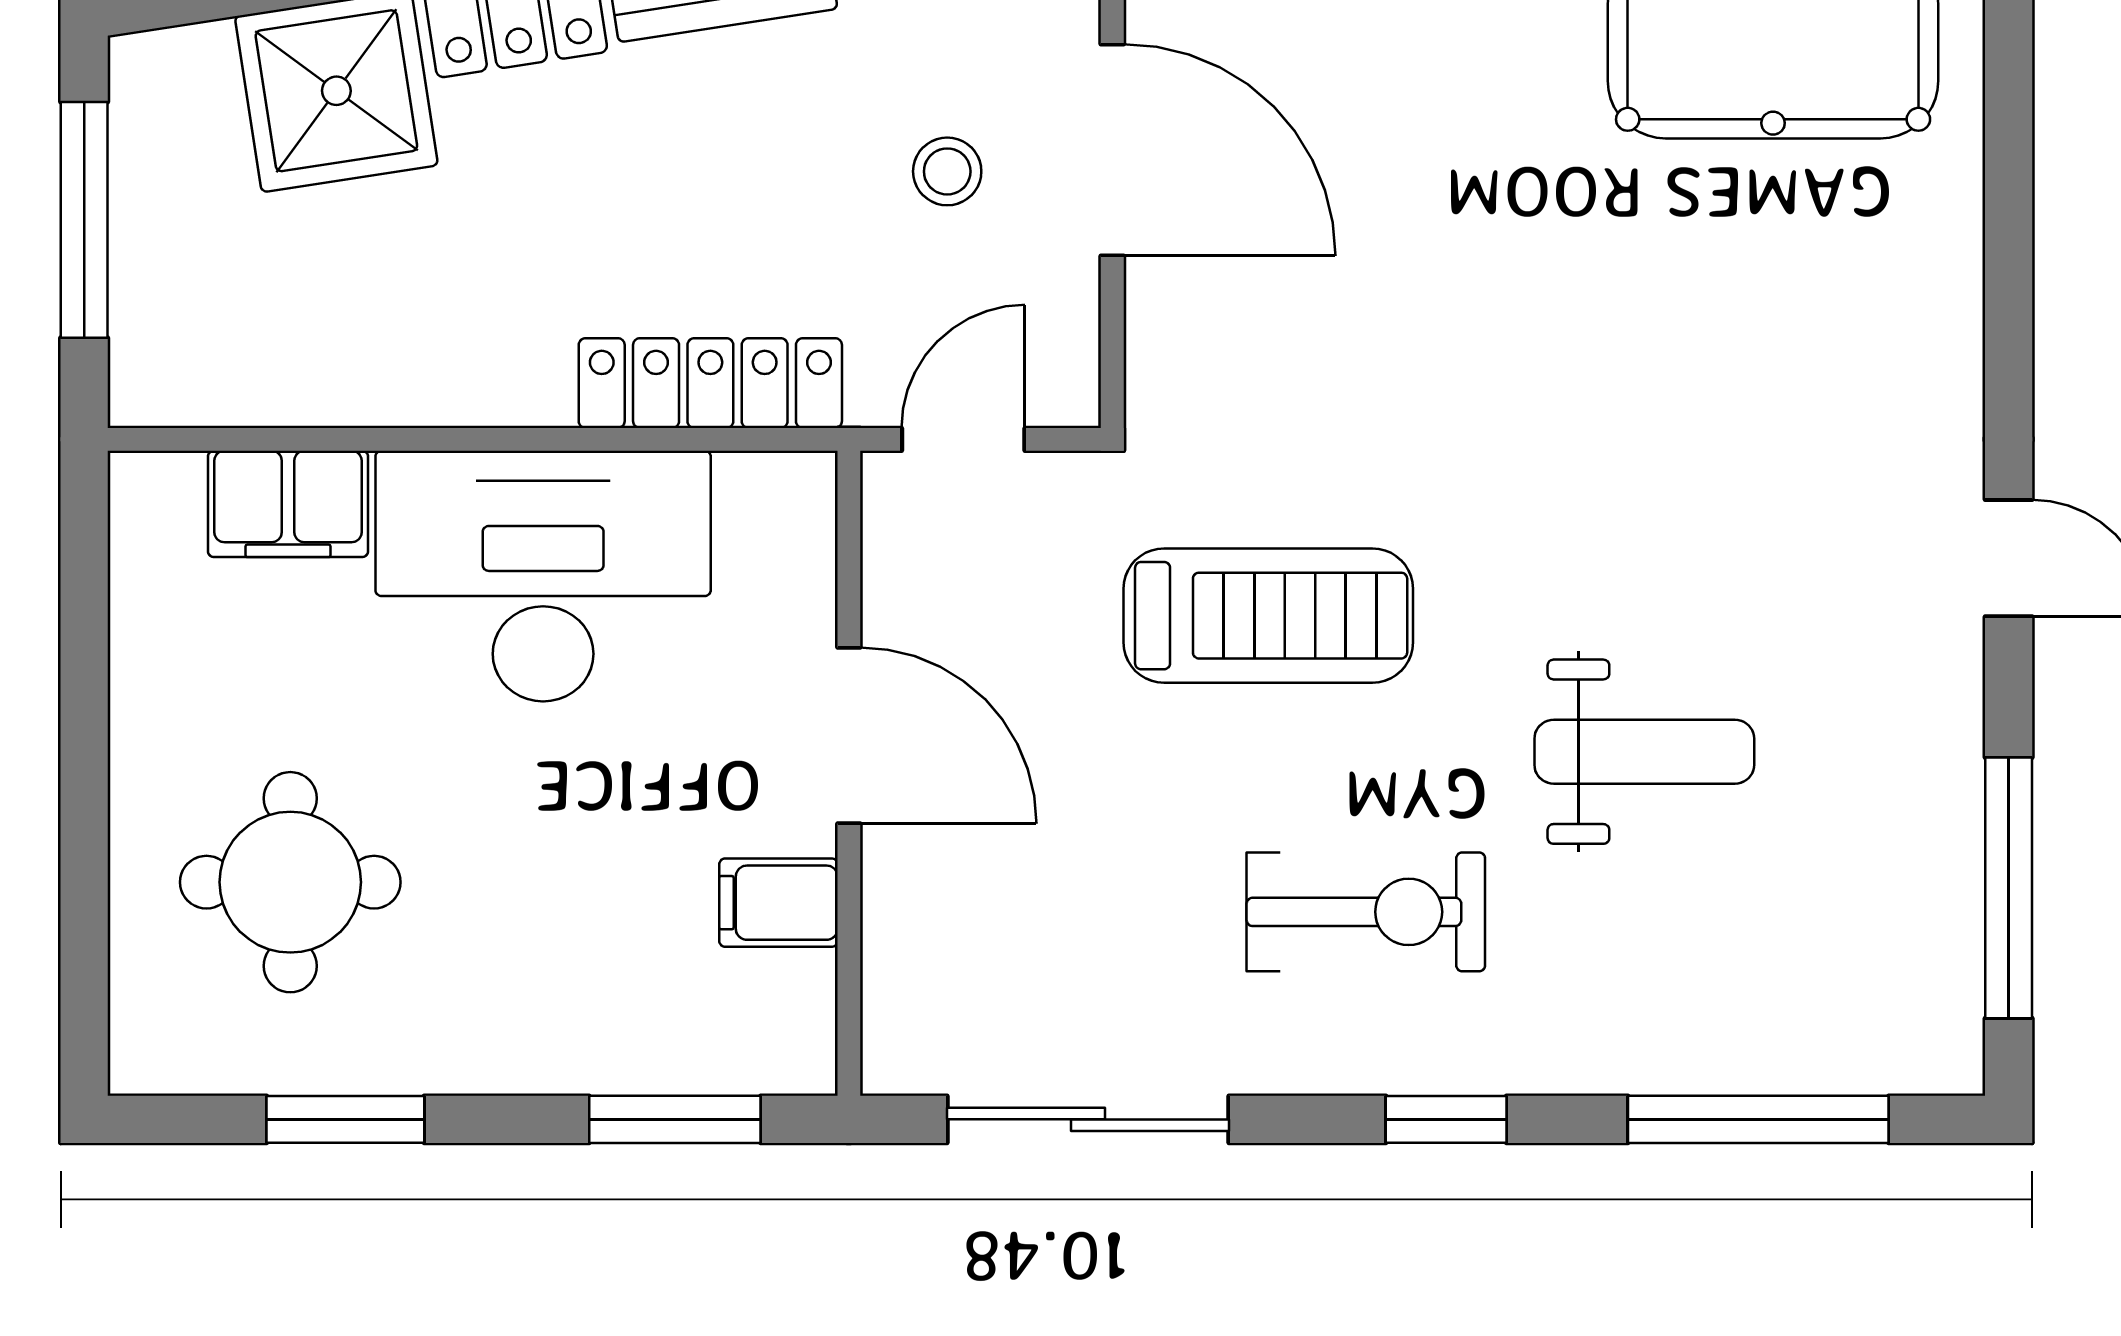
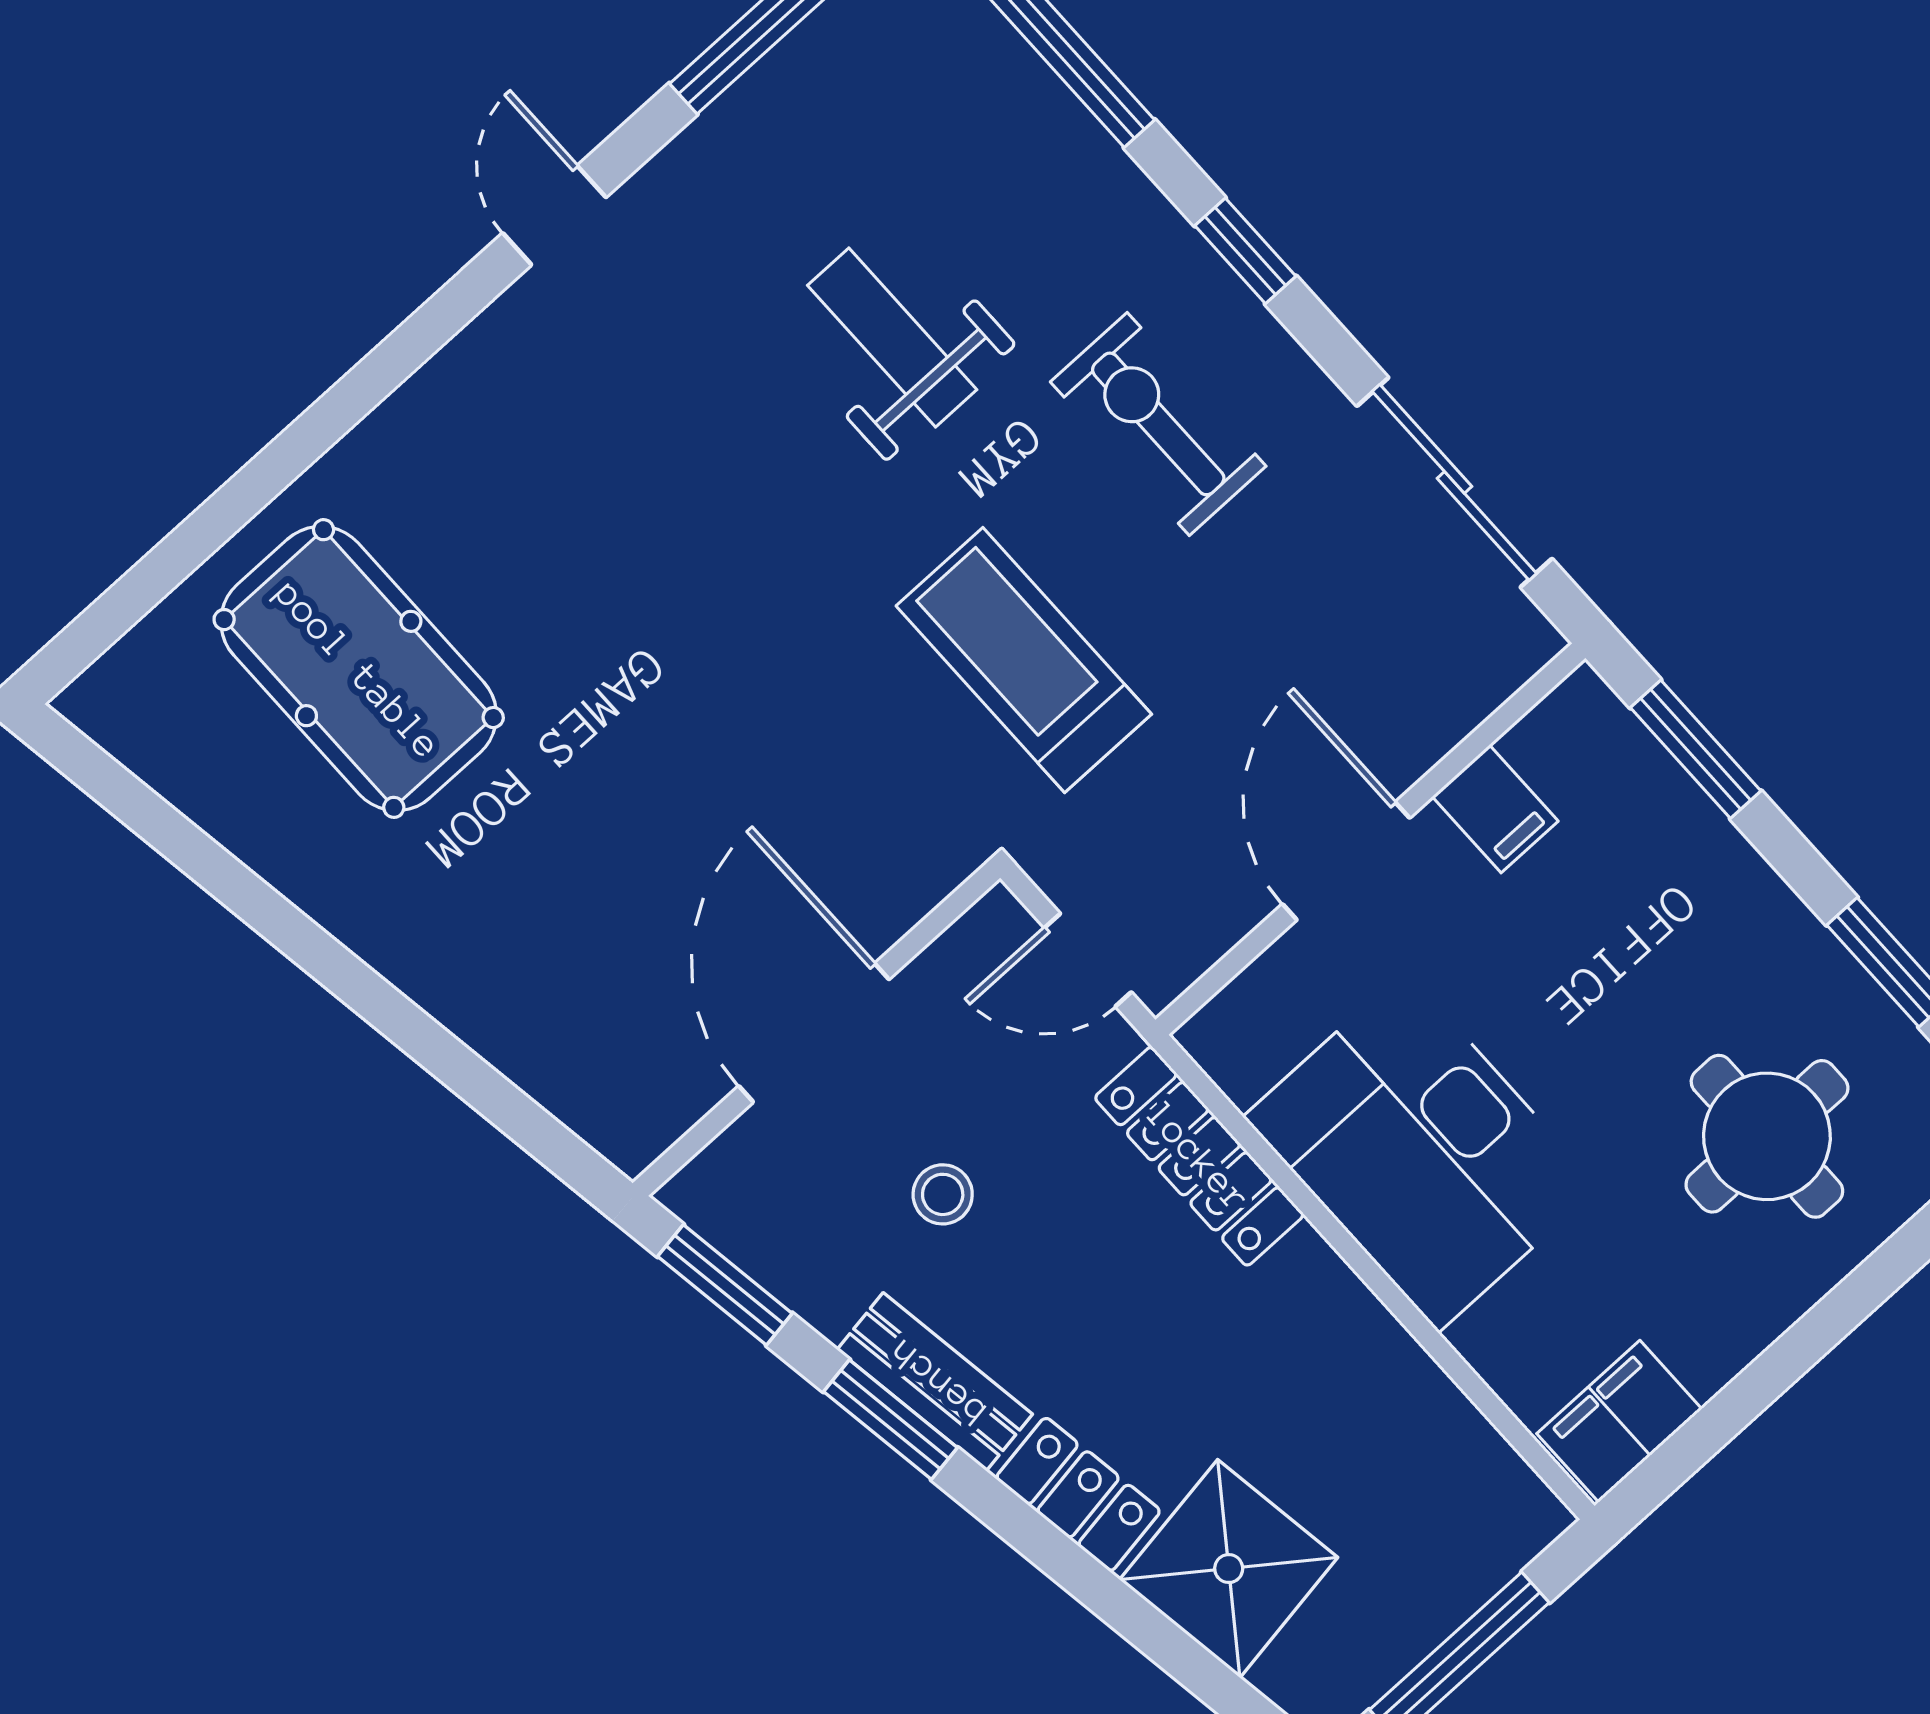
stool: (947, 171) -> (943, 1194), moved
filing cabinet: (288, 504) -> (1619, 1421), moved, turned -90

